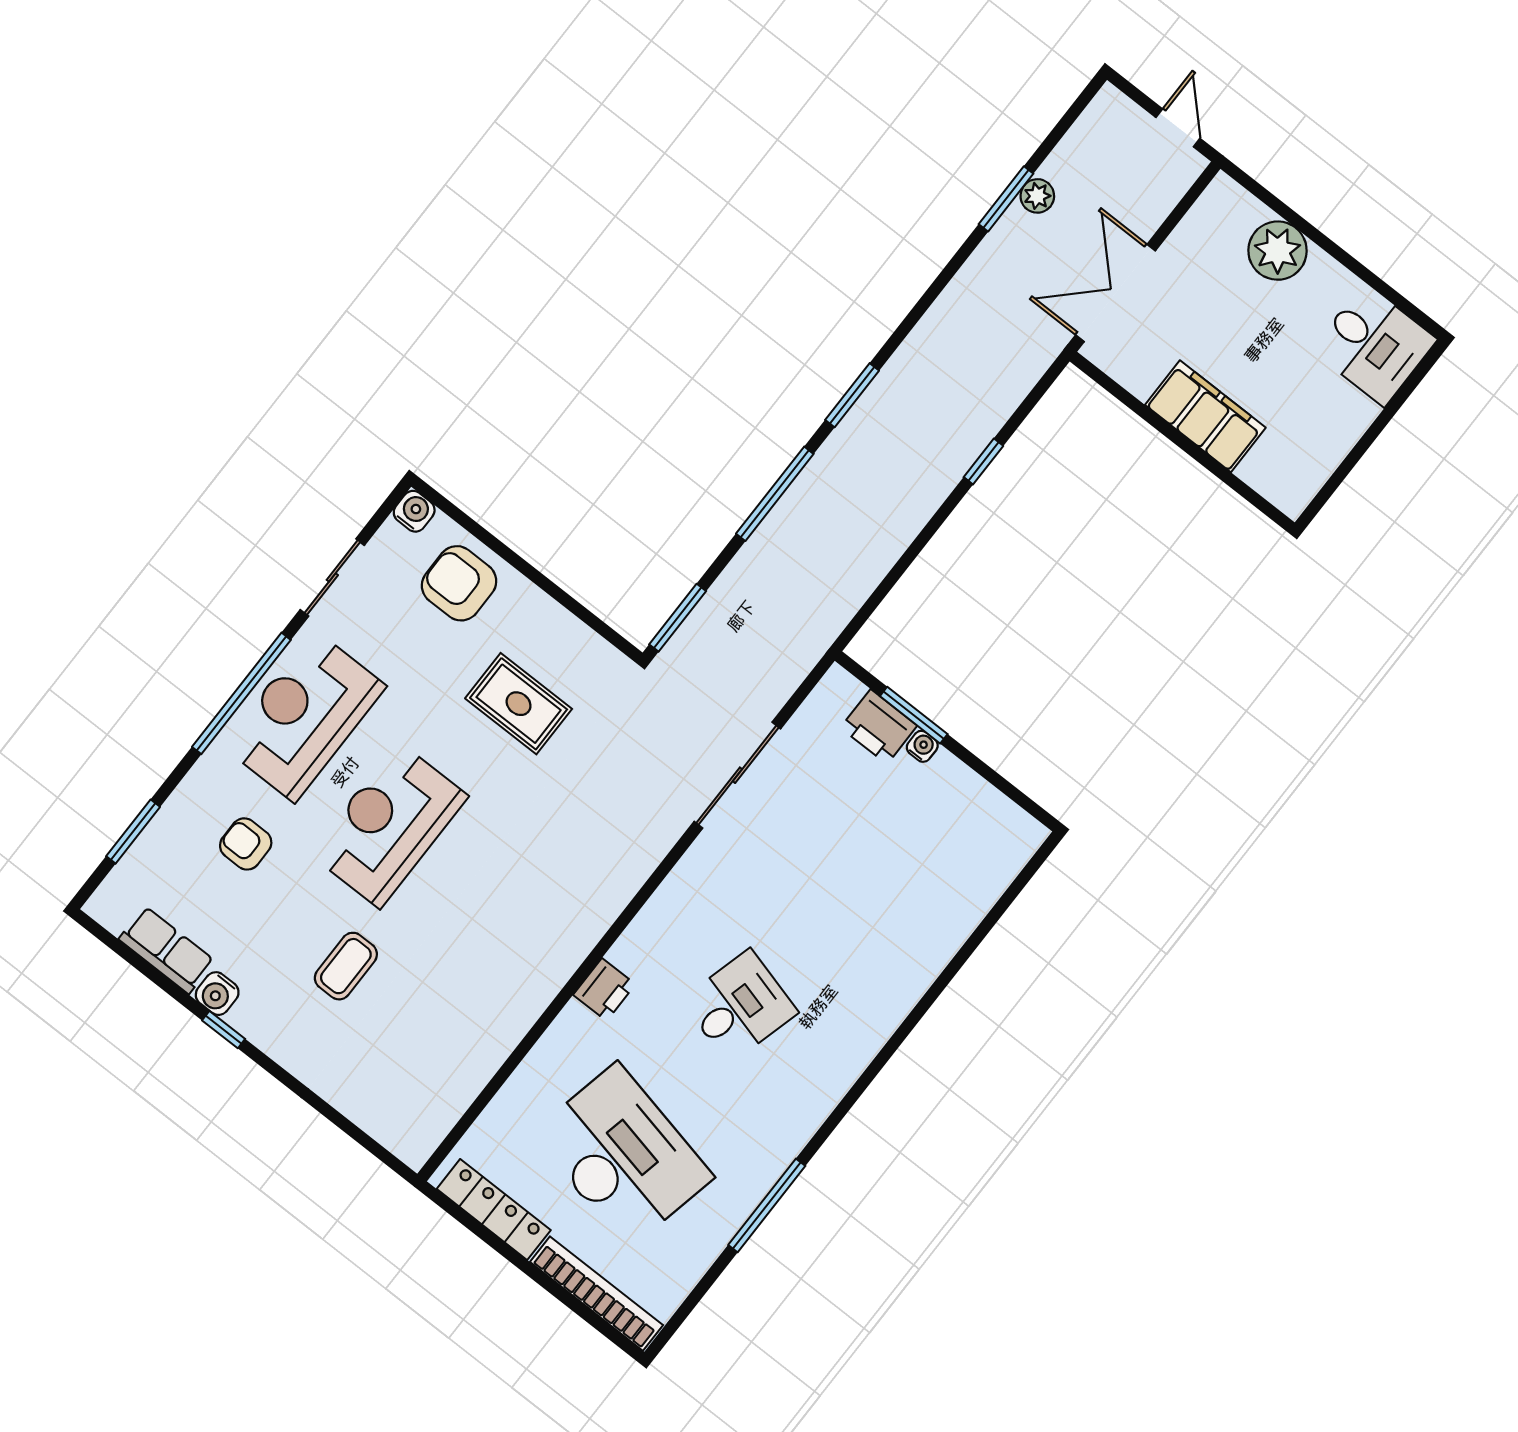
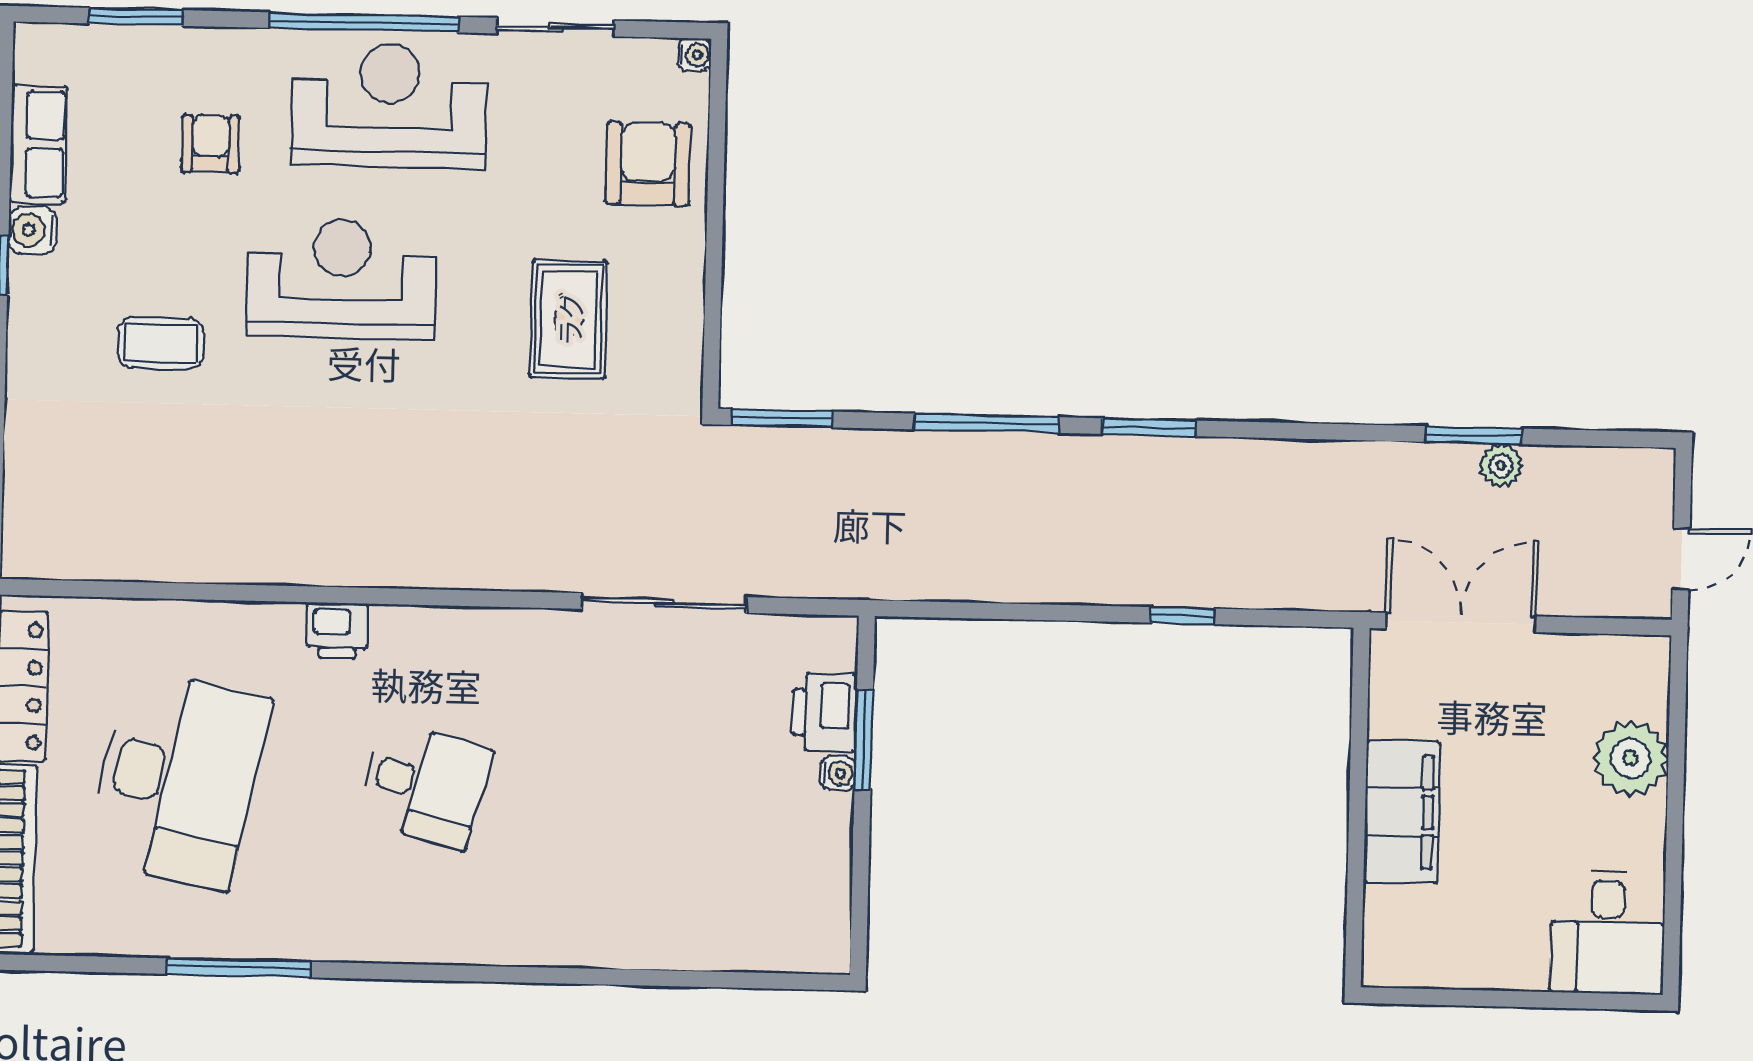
water cooler: (414, 511) -> (695, 55), width x0.72, depth x0.72

